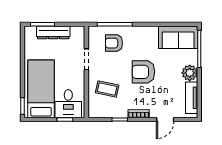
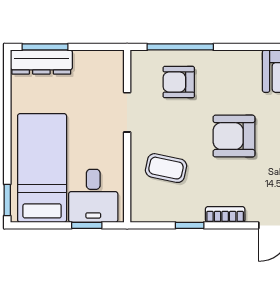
dresser: (53, 32) -> (41, 62), moved

